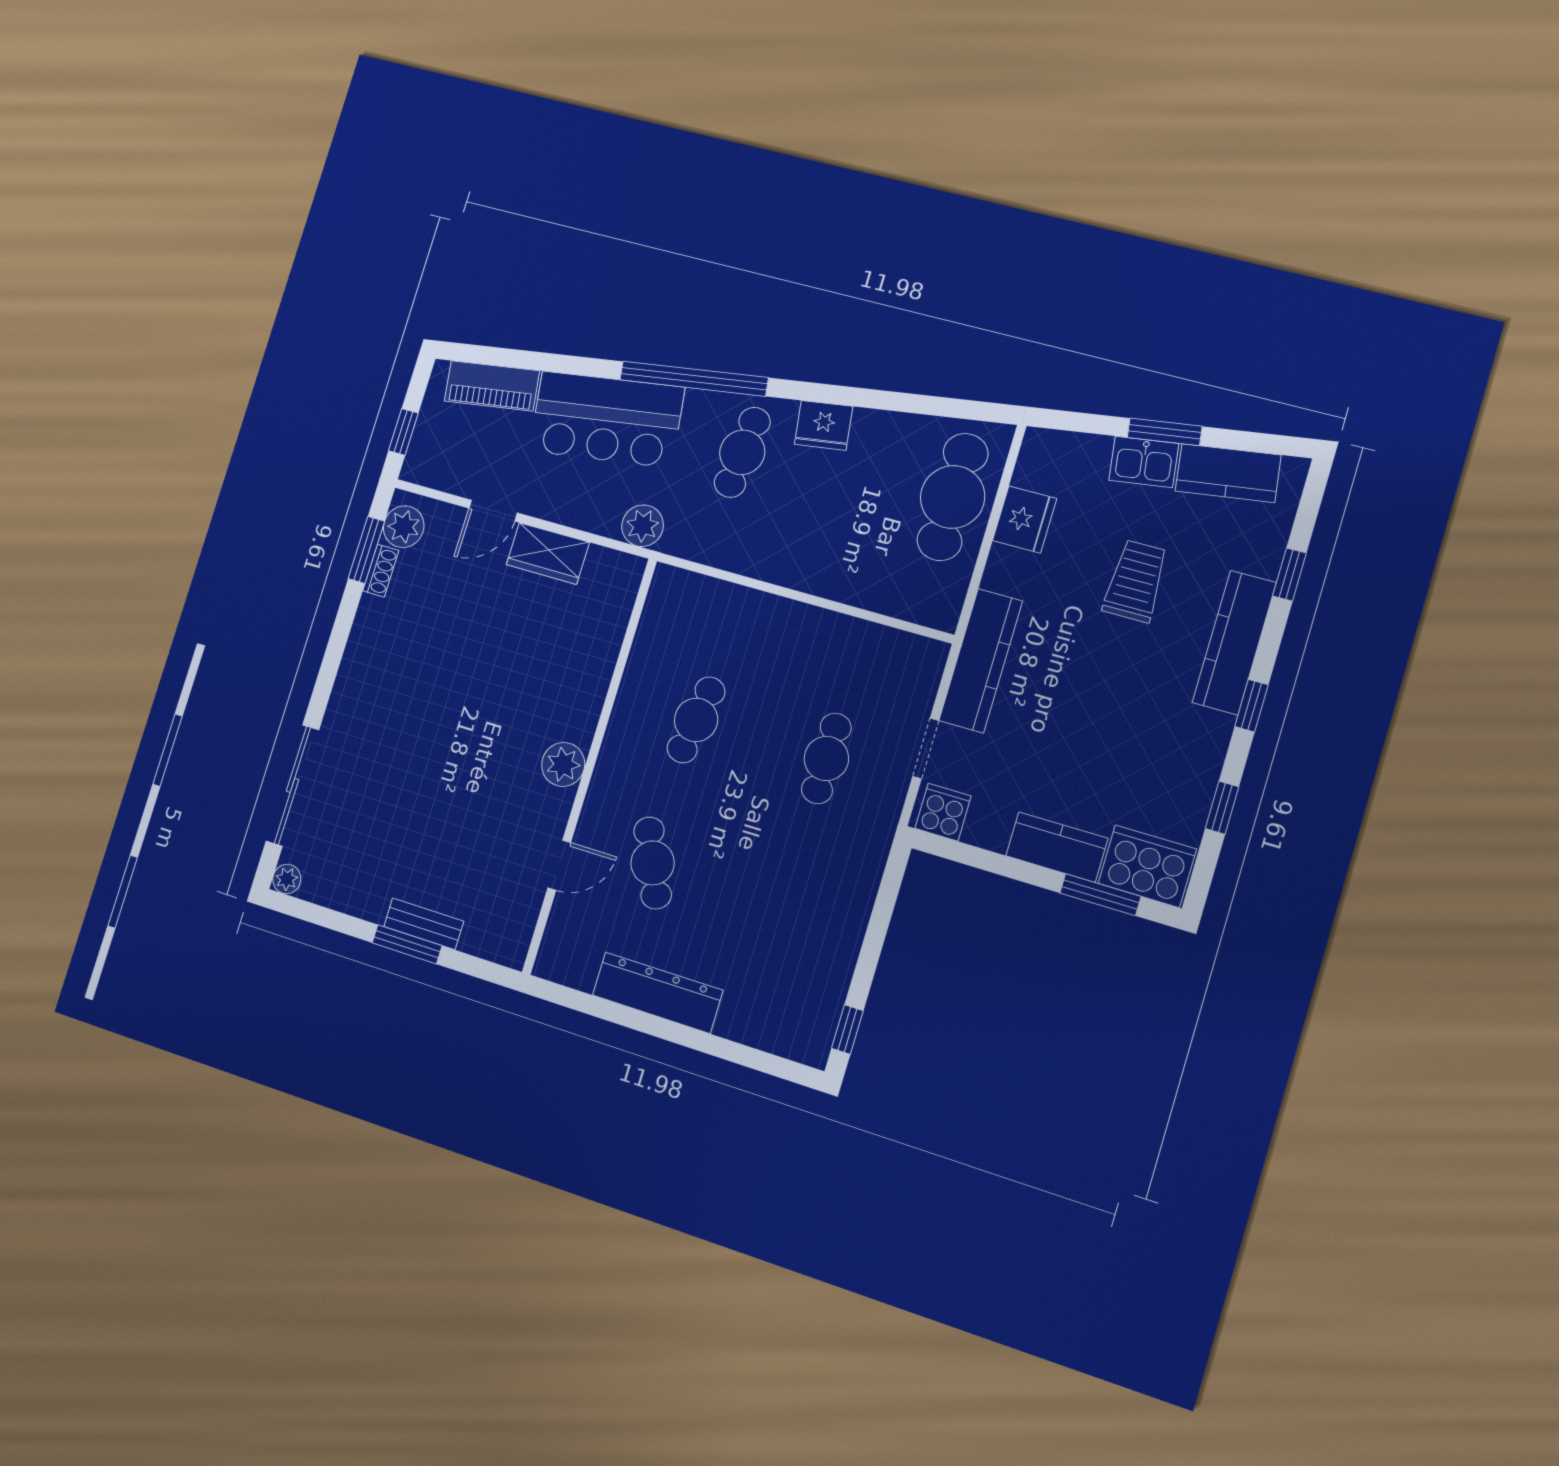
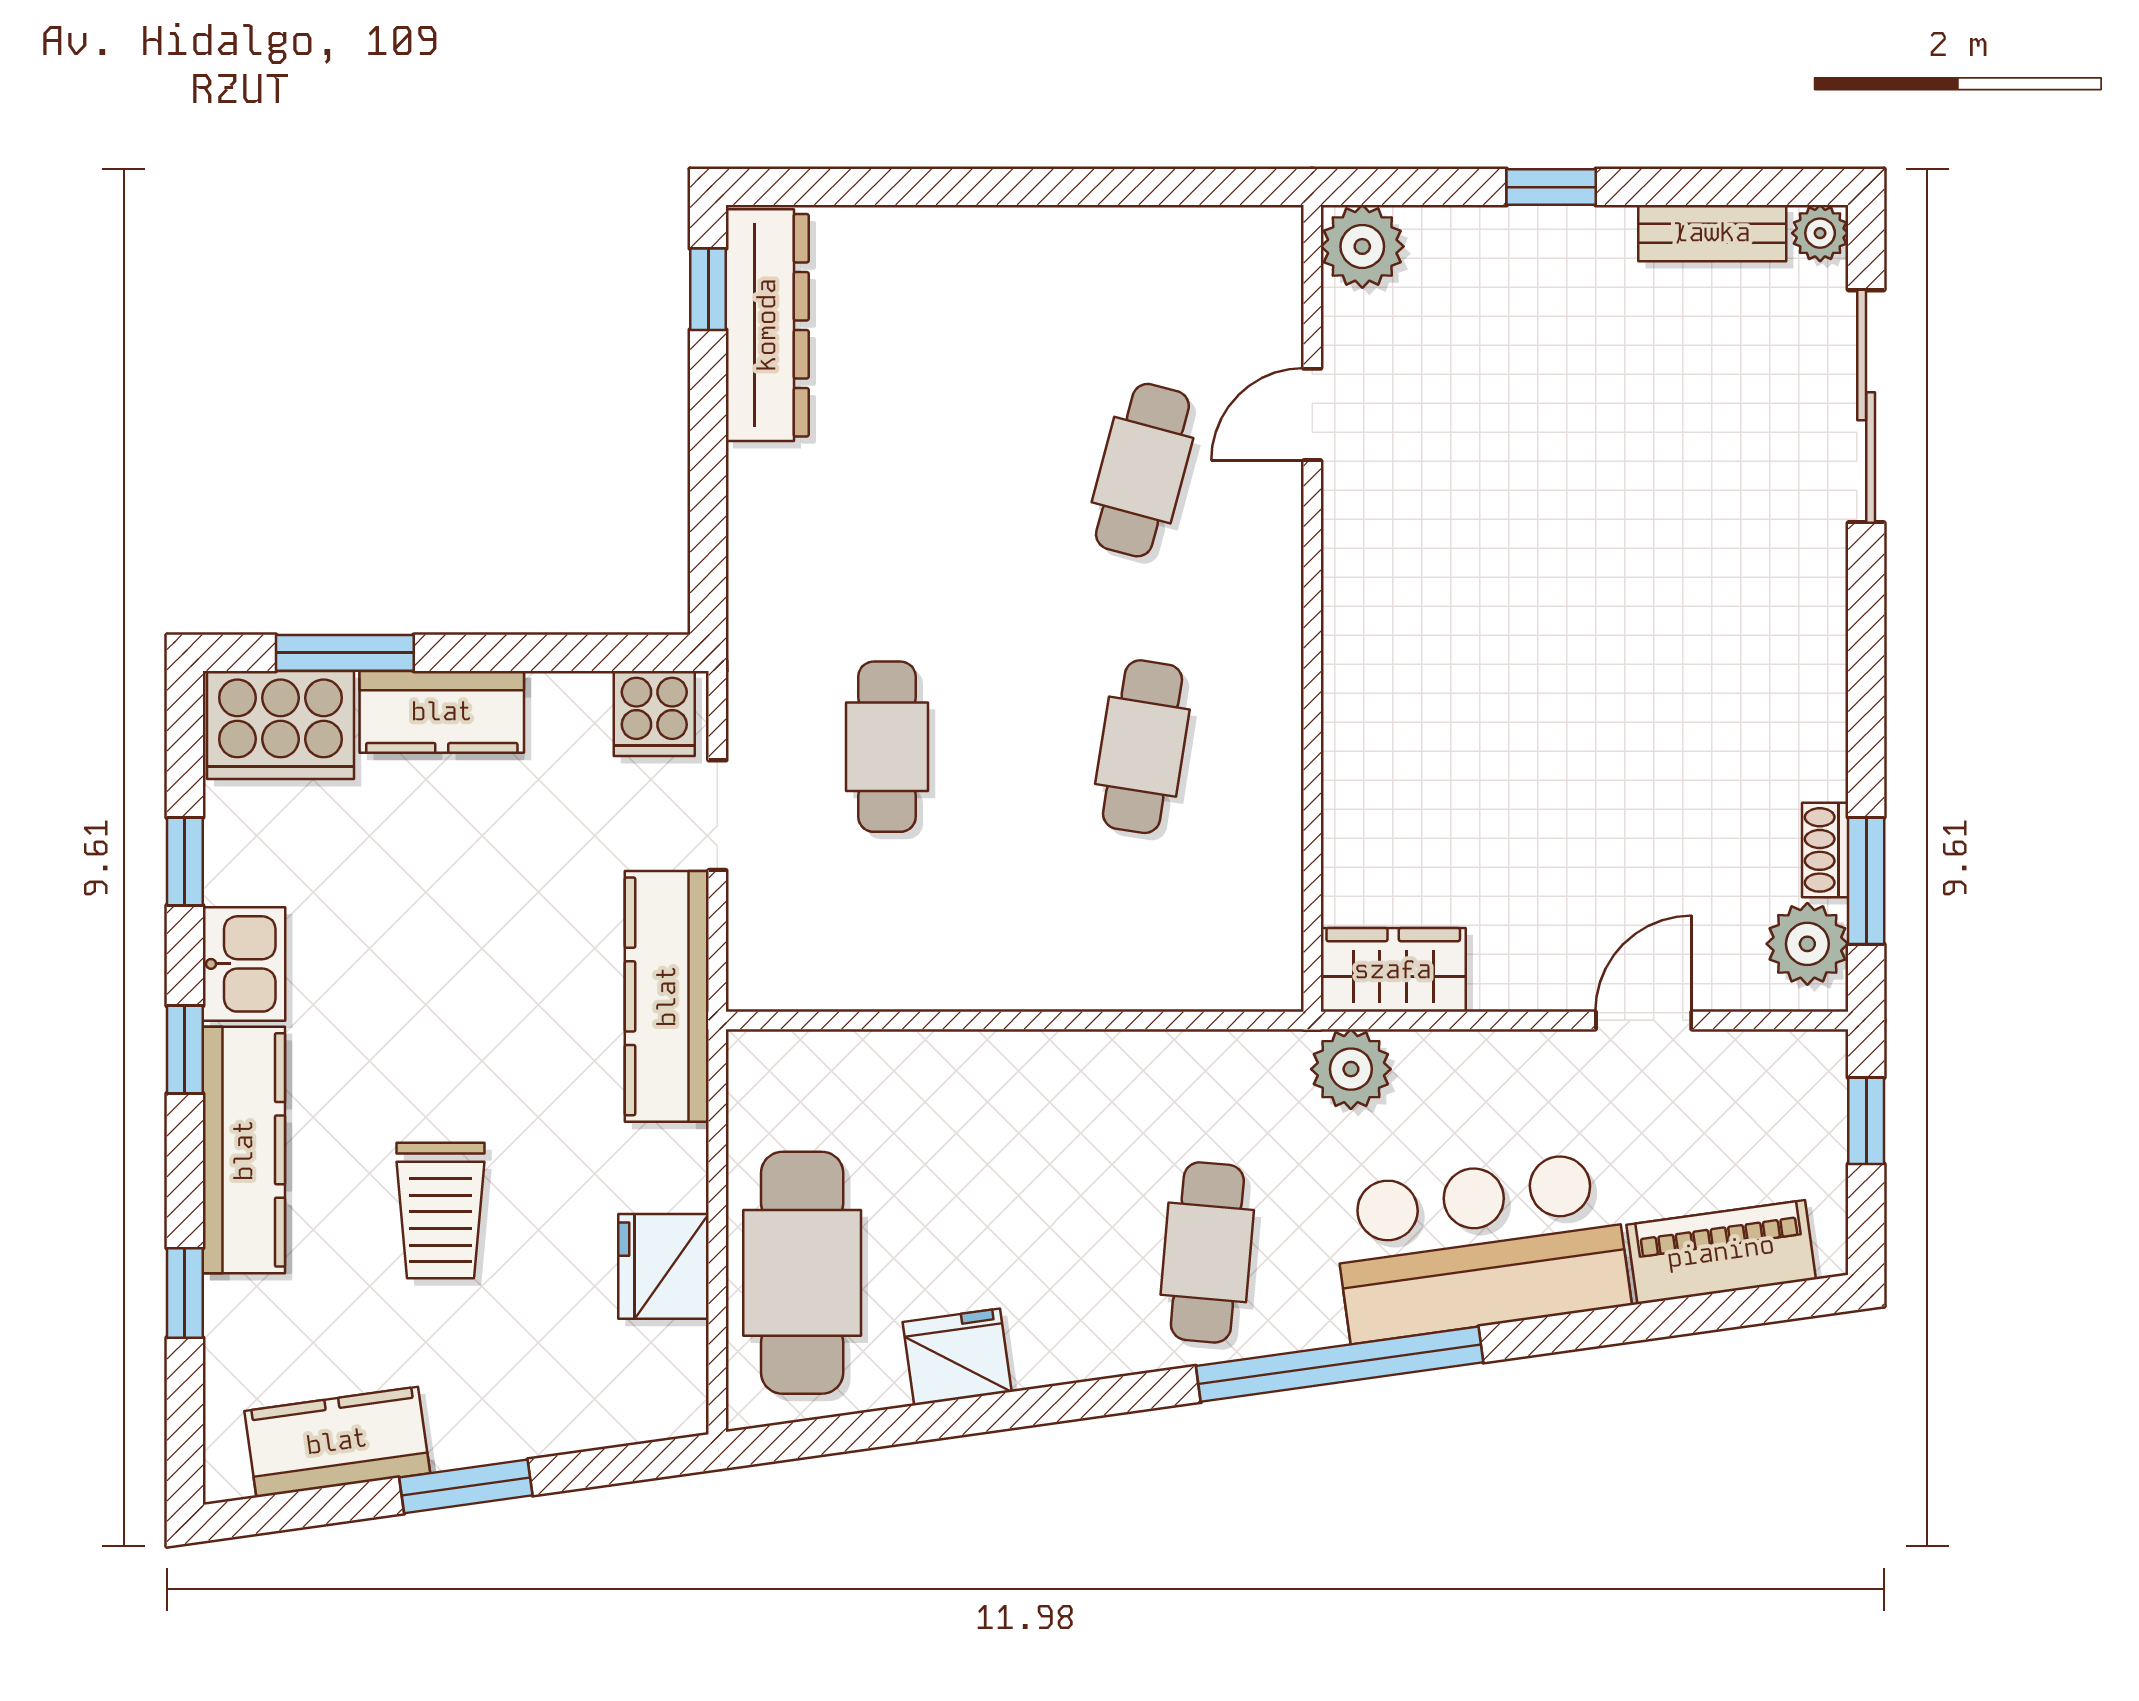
fridge: (824, 425) -> (957, 1357), moved
kitchen sink: (1144, 462) -> (244, 964), moved, turned 98
wardrobe: (548, 553) -> (1393, 970), moved
plant: (563, 764) -> (1362, 246), moved
cafe table: (653, 863) -> (1142, 470), turned 39
bench: (424, 924) -> (1712, 233), moved
window: (407, 944) -> (1551, 187), width x0.67
dresser: (657, 993) -> (767, 325), moved, turned -90

